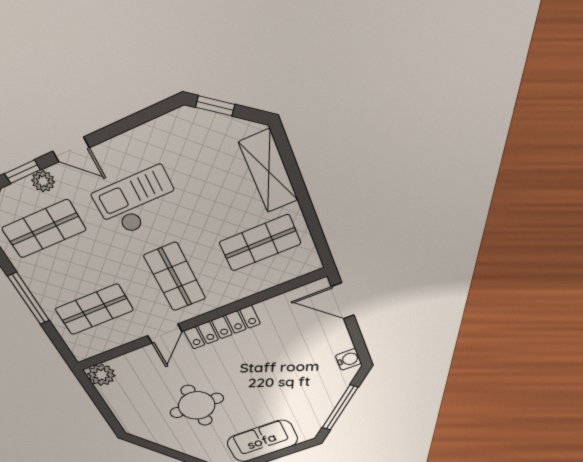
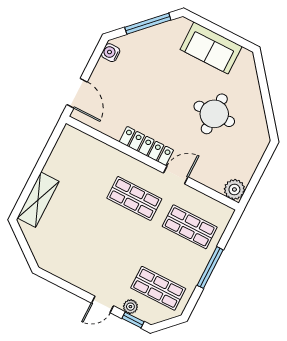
window: (215, 106) -> (27, 252), removed
door: (71, 149) -> (102, 304), swing flipped
checkout: (137, 202) -> (105, 252), removed
shop shelf: (260, 243) -> (79, 170), removed
shop shelf: (175, 277) -> (134, 198), turned 90

